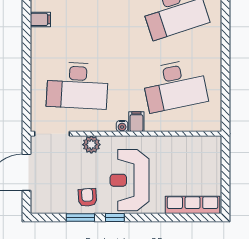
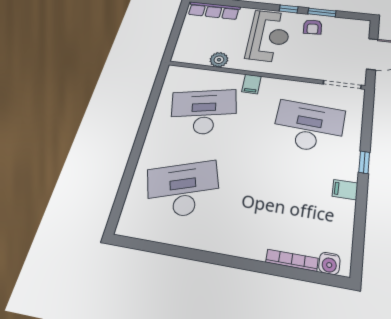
filing cabinet: (40, 19) -> (345, 190), moved
window: (27, 59) -> (364, 162), added
water cooler: (122, 126) -> (267, 82), removed
plant: (91, 145) -> (219, 60), moved

